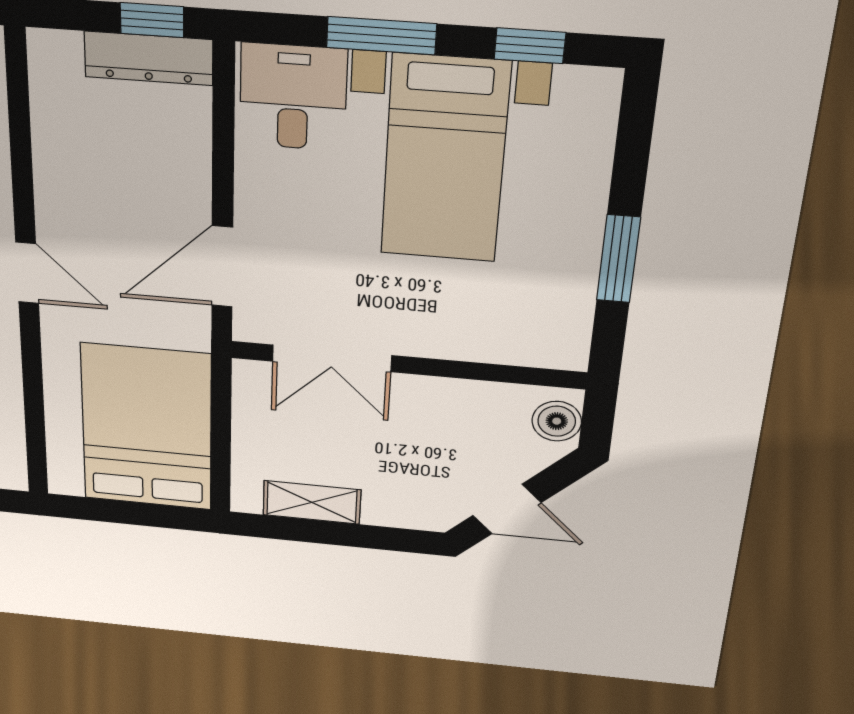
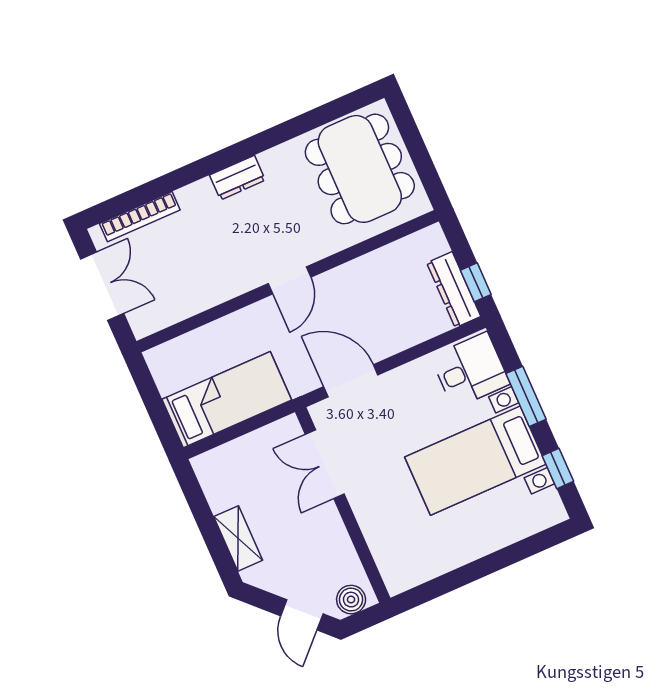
window: (618, 259) -> (466, 575), removed
bed: (147, 428) -> (227, 400), width x0.67
shelving: (312, 502) -> (238, 538), moved
door: (507, 509) -> (302, 615), moved

